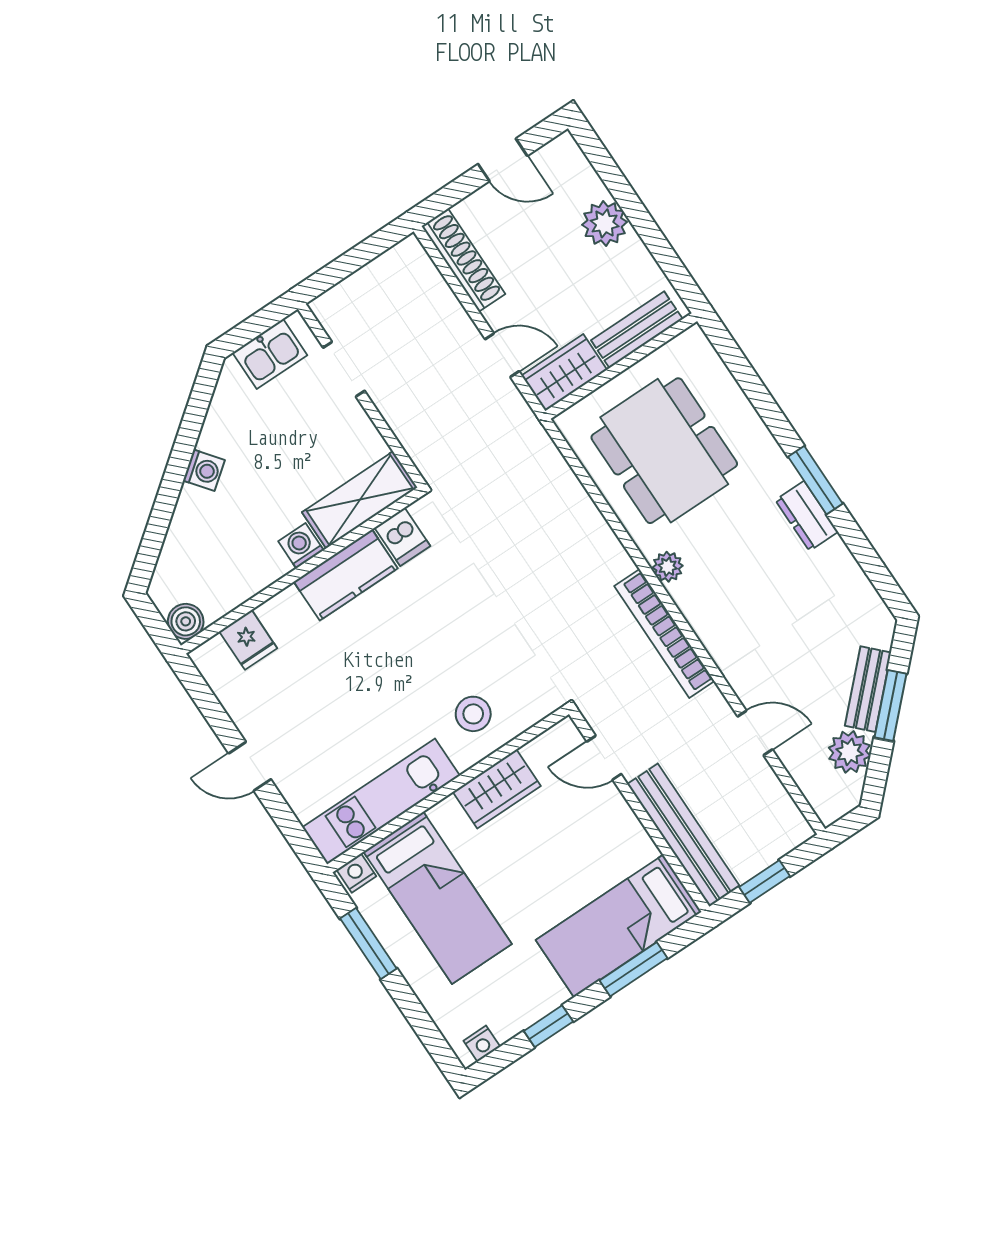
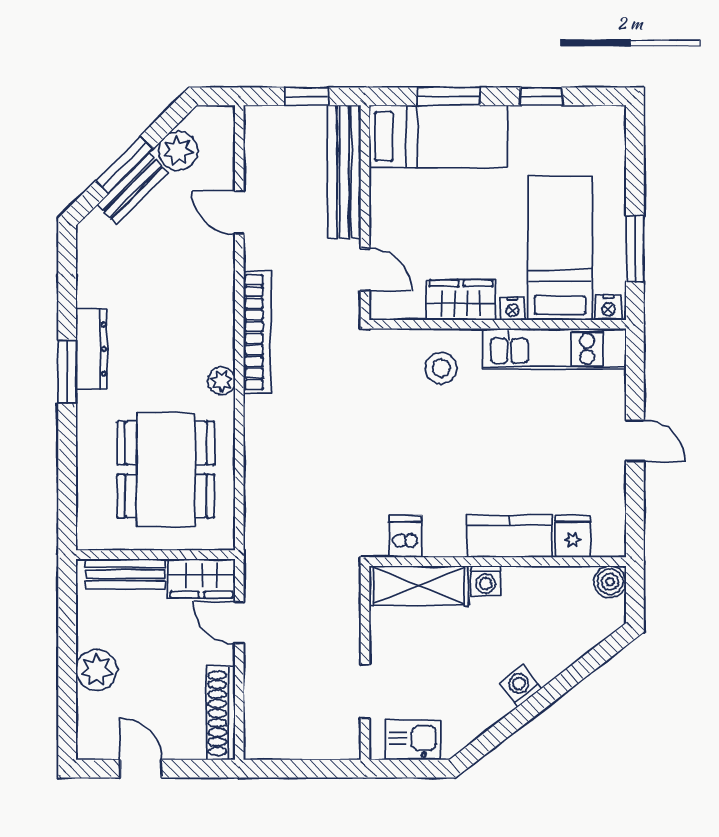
dresser: (807, 516) -> (92, 349), width x1.44
kitchen counter: (346, 575) -> (510, 536), moved
nightstand: (482, 1044) -> (513, 308), moved, turned 180

